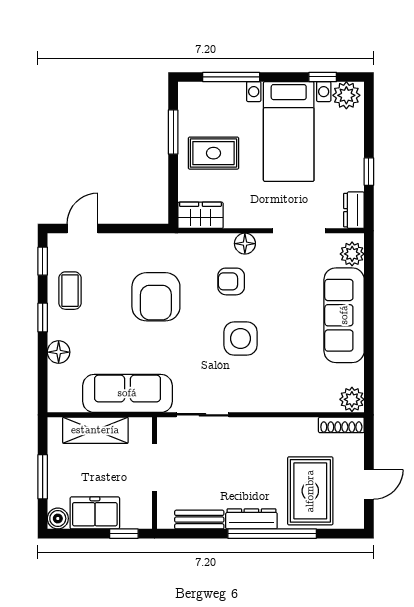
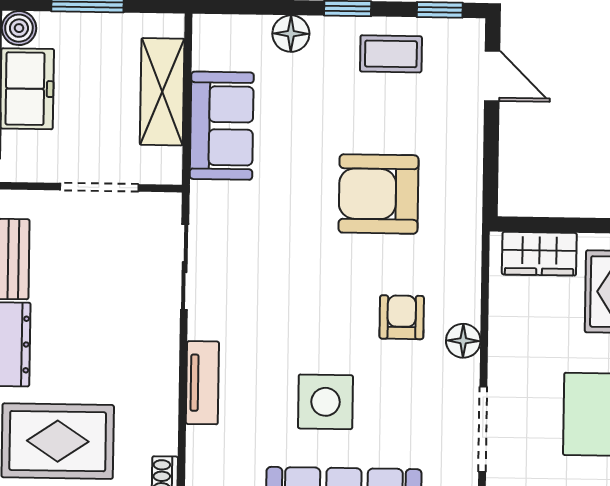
wardrobe: (200, 215) -> (539, 254), moved, turned 90
side table: (241, 339) -> (325, 402), moved
sofa: (127, 393) -> (222, 126), width x0.73
tv unit: (273, 403) -> (202, 383), added

